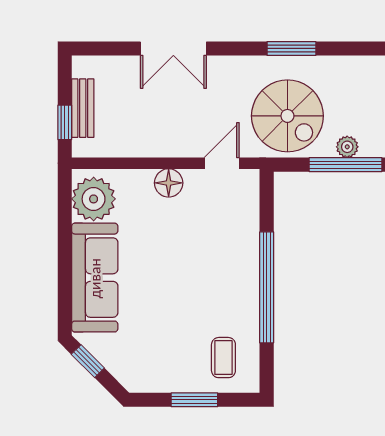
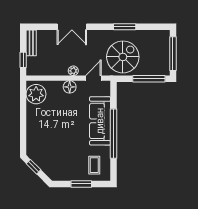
bench: (83, 108) -> (31, 43), moved
spiral stairs: (287, 116) -> (123, 57), turned -90
plant: (347, 147) -> (73, 71), moved
sofa: (95, 278) -> (100, 121), moved, turned 180

